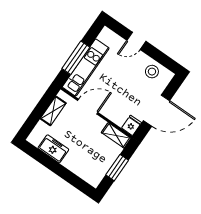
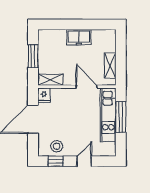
window: (162, 59) -> (56, 161), added
door: (88, 107) -> (87, 87), swing flipped
freezer: (53, 149) -> (79, 37), moved

